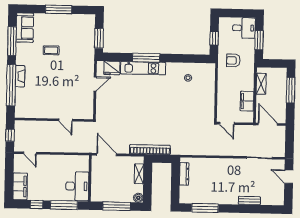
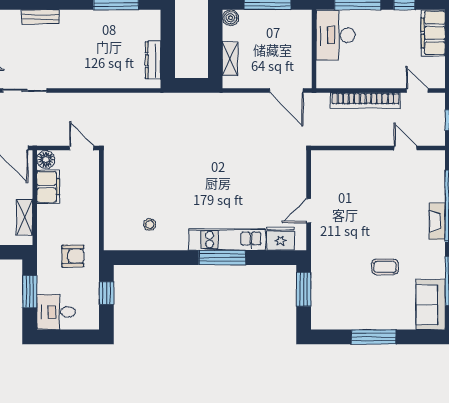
floor lamp: (248, 117) -> (46, 160), added
door: (66, 120) -> (405, 148), moved
bookcase: (150, 150) -> (365, 101), moved

